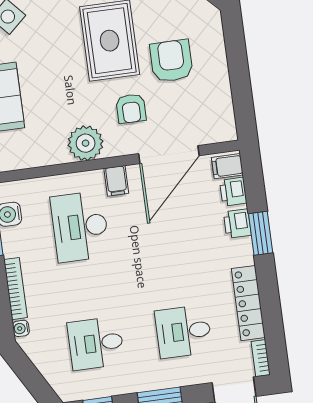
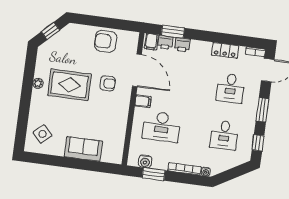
armchair: (171, 61) -> (106, 41), moved
plant: (86, 143) -> (119, 112), removed
window: (261, 233) -> (173, 32), moved
locker: (248, 303) -> (225, 50), width x0.66

